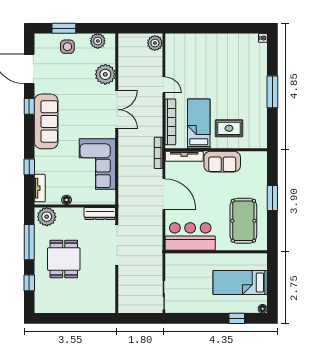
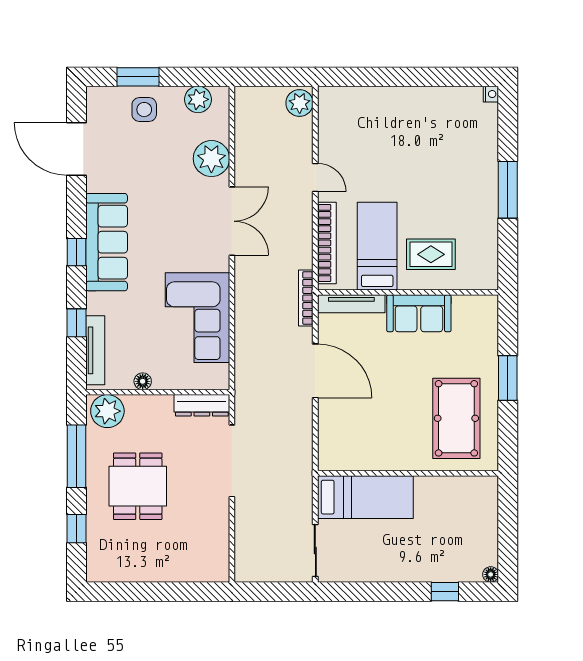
window: (29, 106) -> (77, 252), moved
tv unit: (40, 188) -> (95, 350), width x1.41
bar counter: (190, 236) -> (362, 446), removed
bed: (240, 282) -> (365, 497), moved, turned 180

